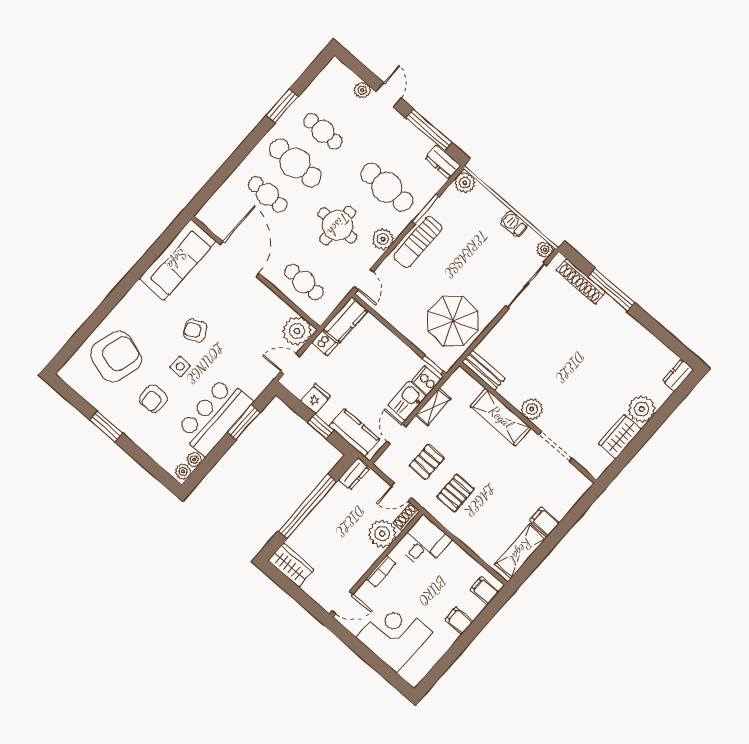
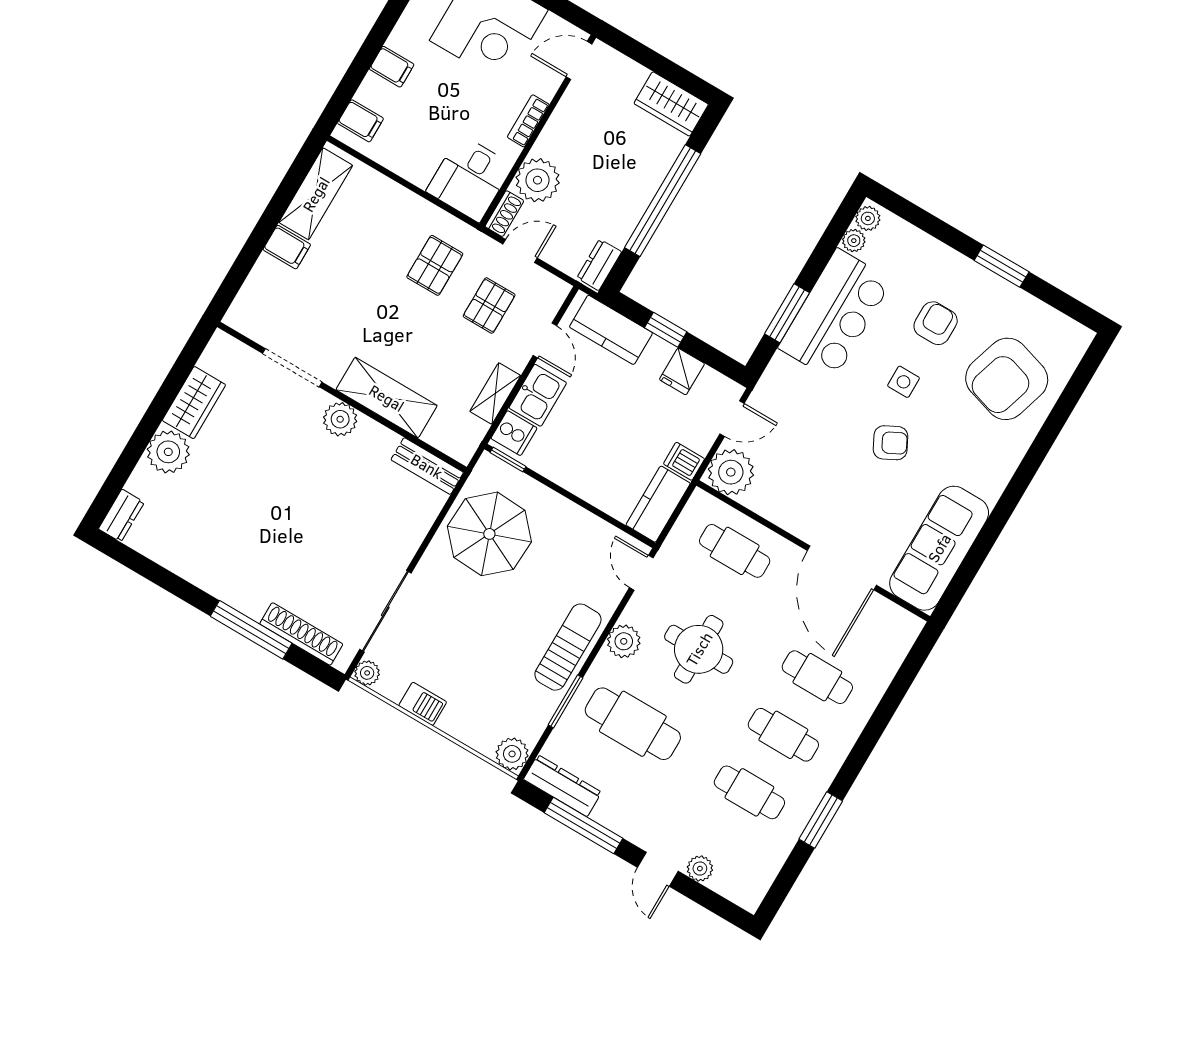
dresser: (443, 162) -> (562, 786), width x1.44
cafe table: (295, 163) -> (783, 735), width x0.73, depth x0.74

